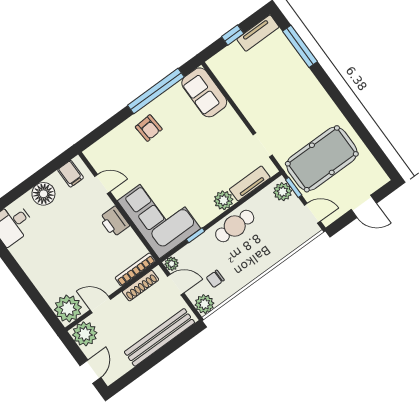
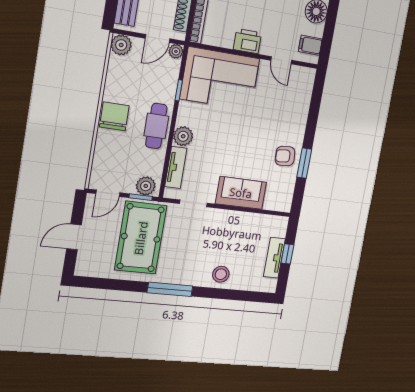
tv unit: (258, 33) -> (274, 258), moved
window: (300, 46) -> (170, 289), moved
stool: (294, 72) -> (221, 274), added
window: (156, 91) -> (304, 163), width x0.47
sofa: (204, 92) -> (241, 193), moved
armchair: (149, 128) -> (285, 156), moved
door: (102, 184) -> (281, 60), hinge flipped
chair: (215, 279) -> (114, 116), moved, width x1.87, depth x1.87

